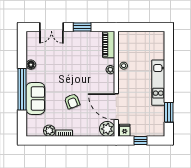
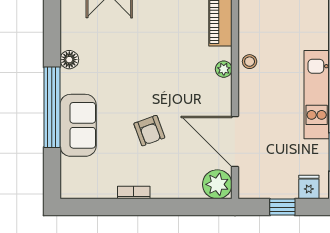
fridge: (125, 130) -> (309, 187), moved
plant: (49, 131) -> (105, 188), removed

